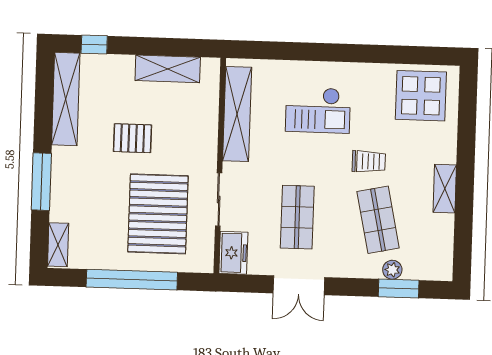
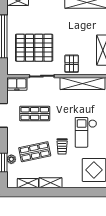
checkout: (318, 110) -> (86, 132), moved
pallet: (132, 138) -> (72, 64), moved
shelving: (444, 237) -> (28, 183), added

